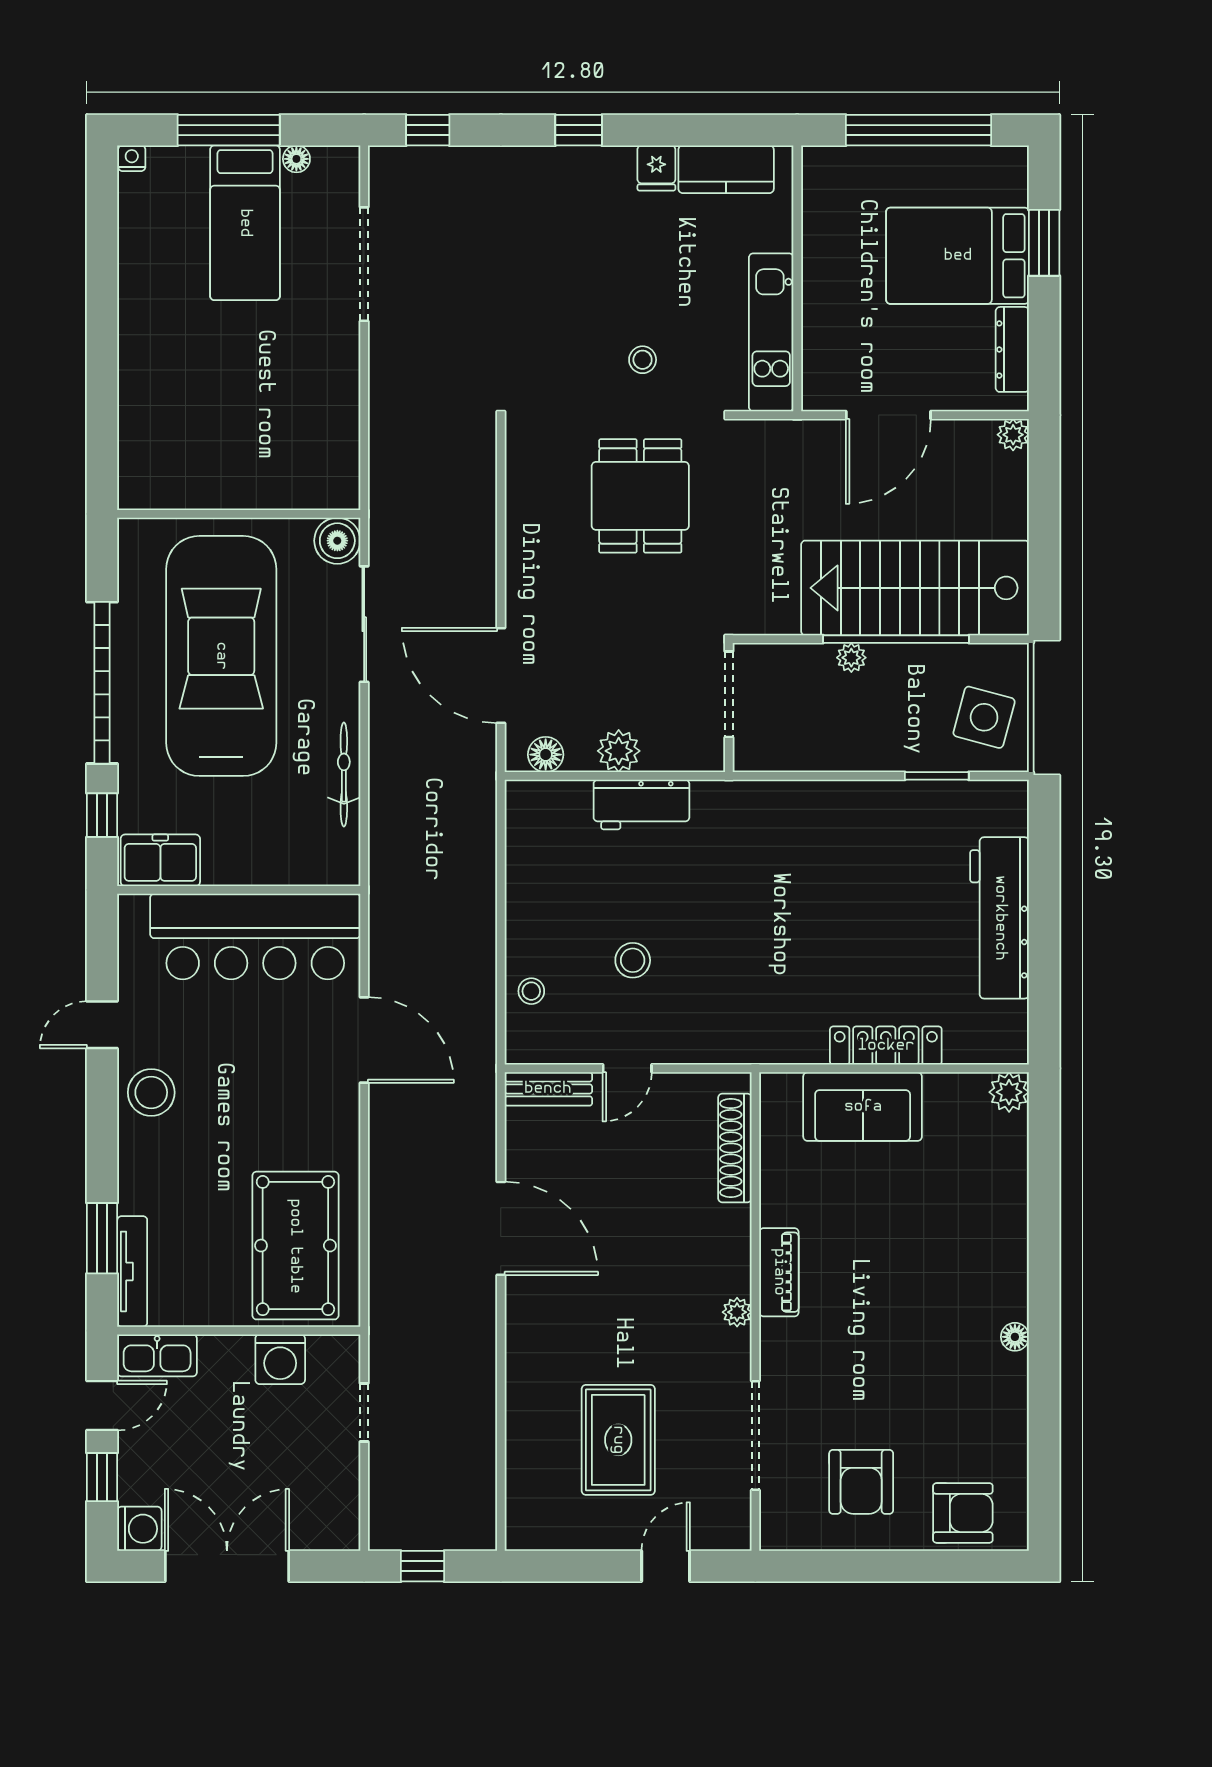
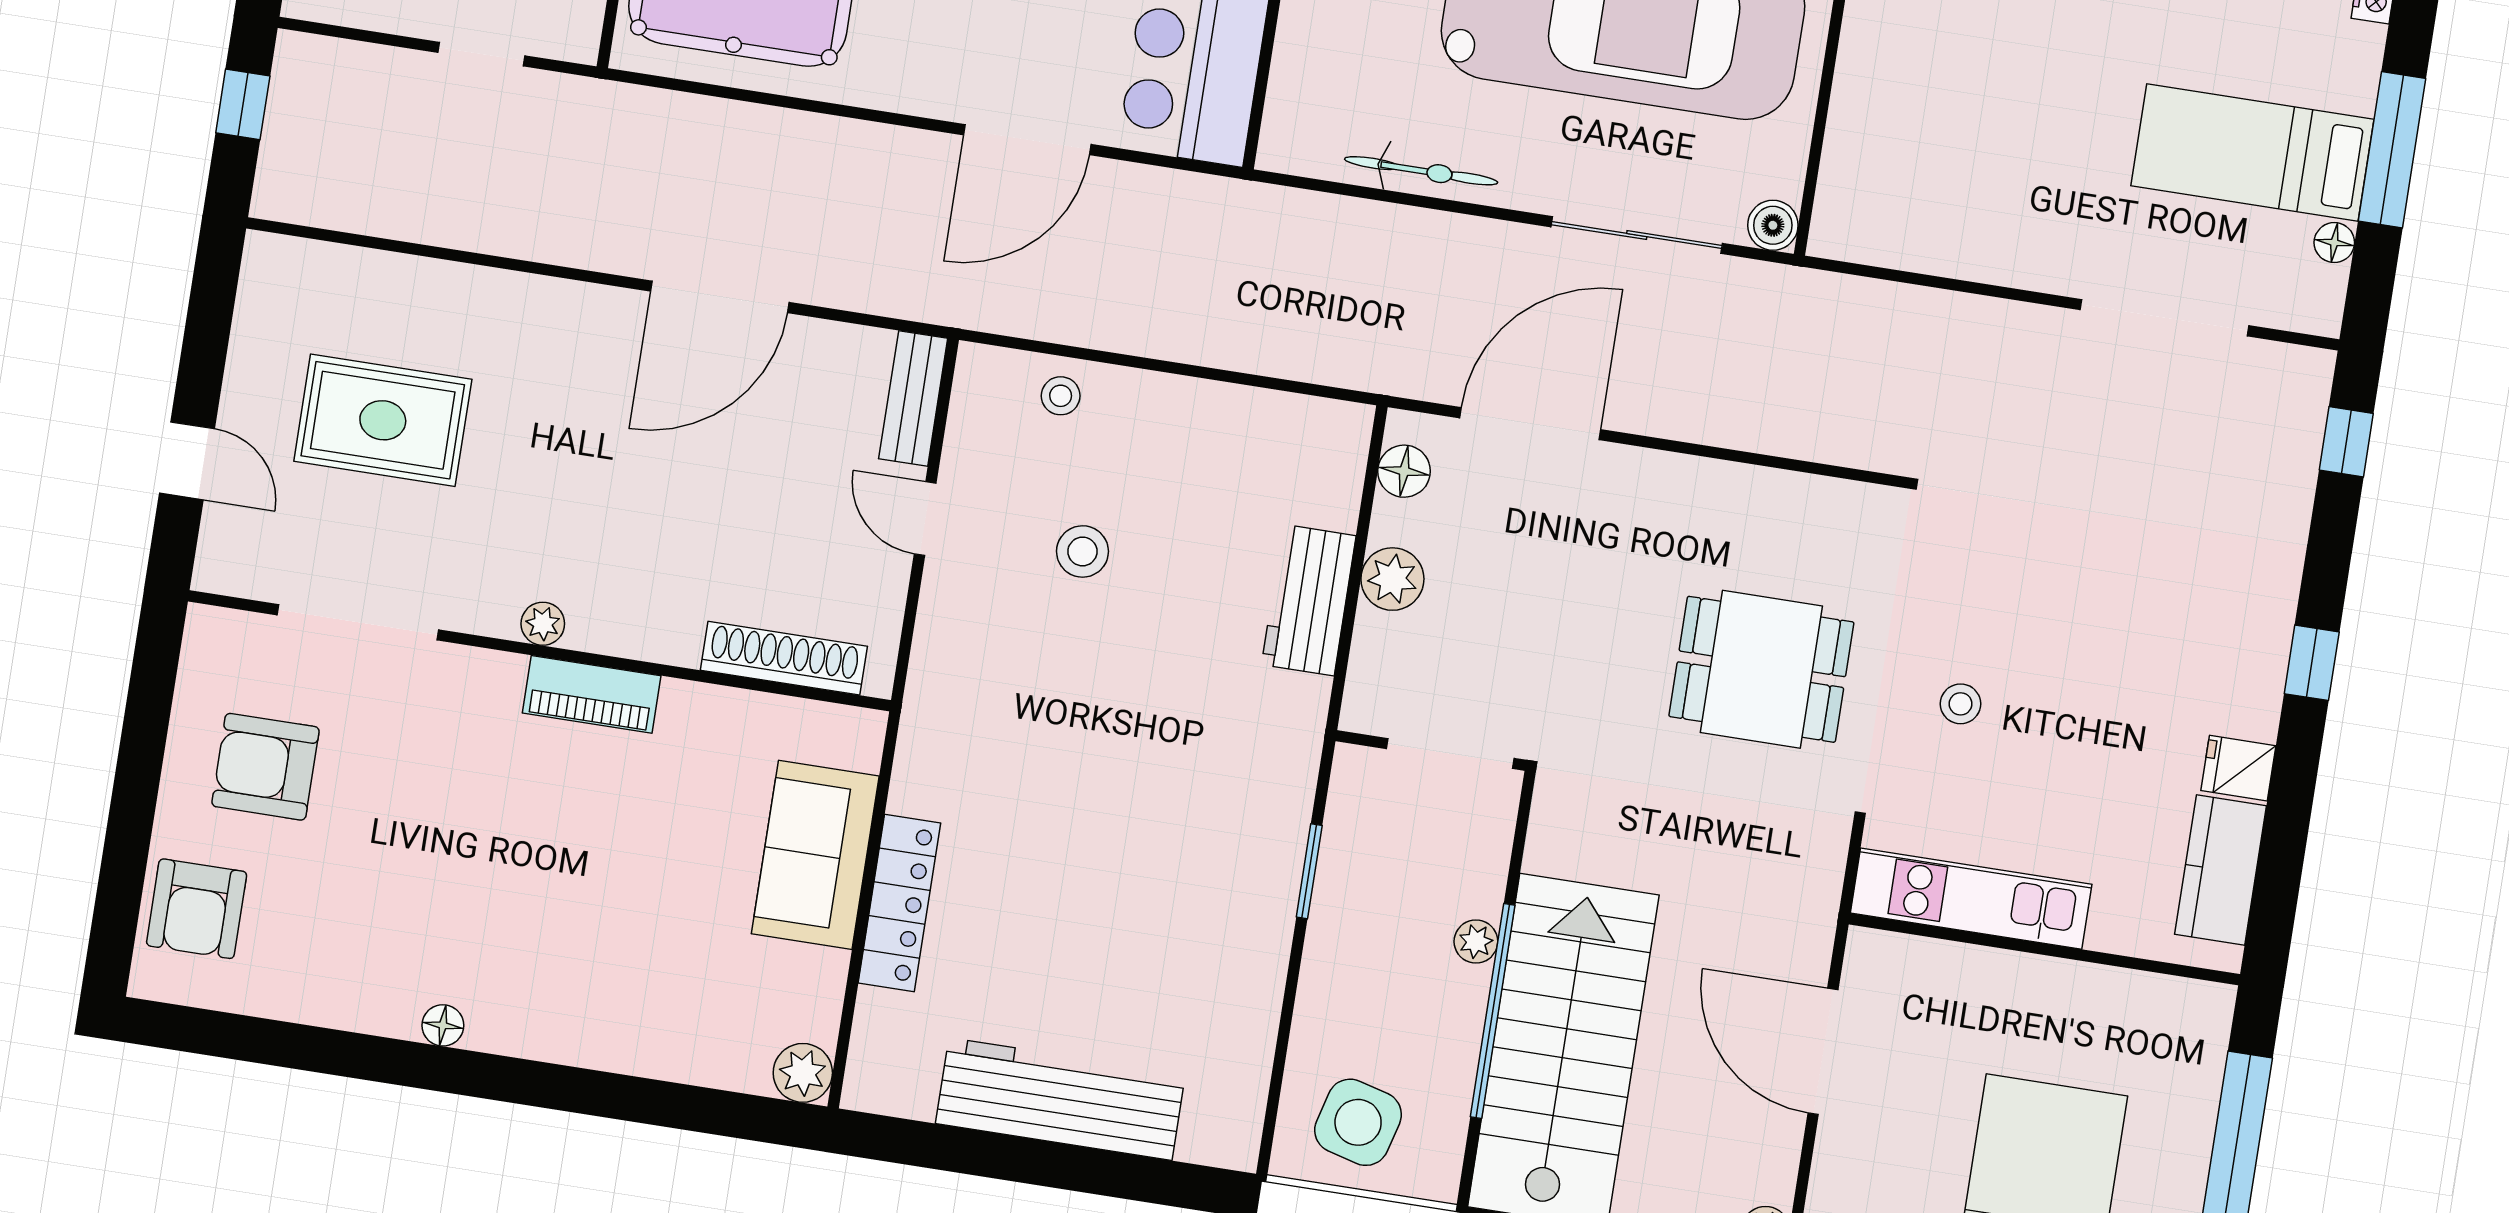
boiler: (337, 541) -> (1773, 225), width x0.73, depth x0.73
window: (937, 776) -> (1309, 871), moved

